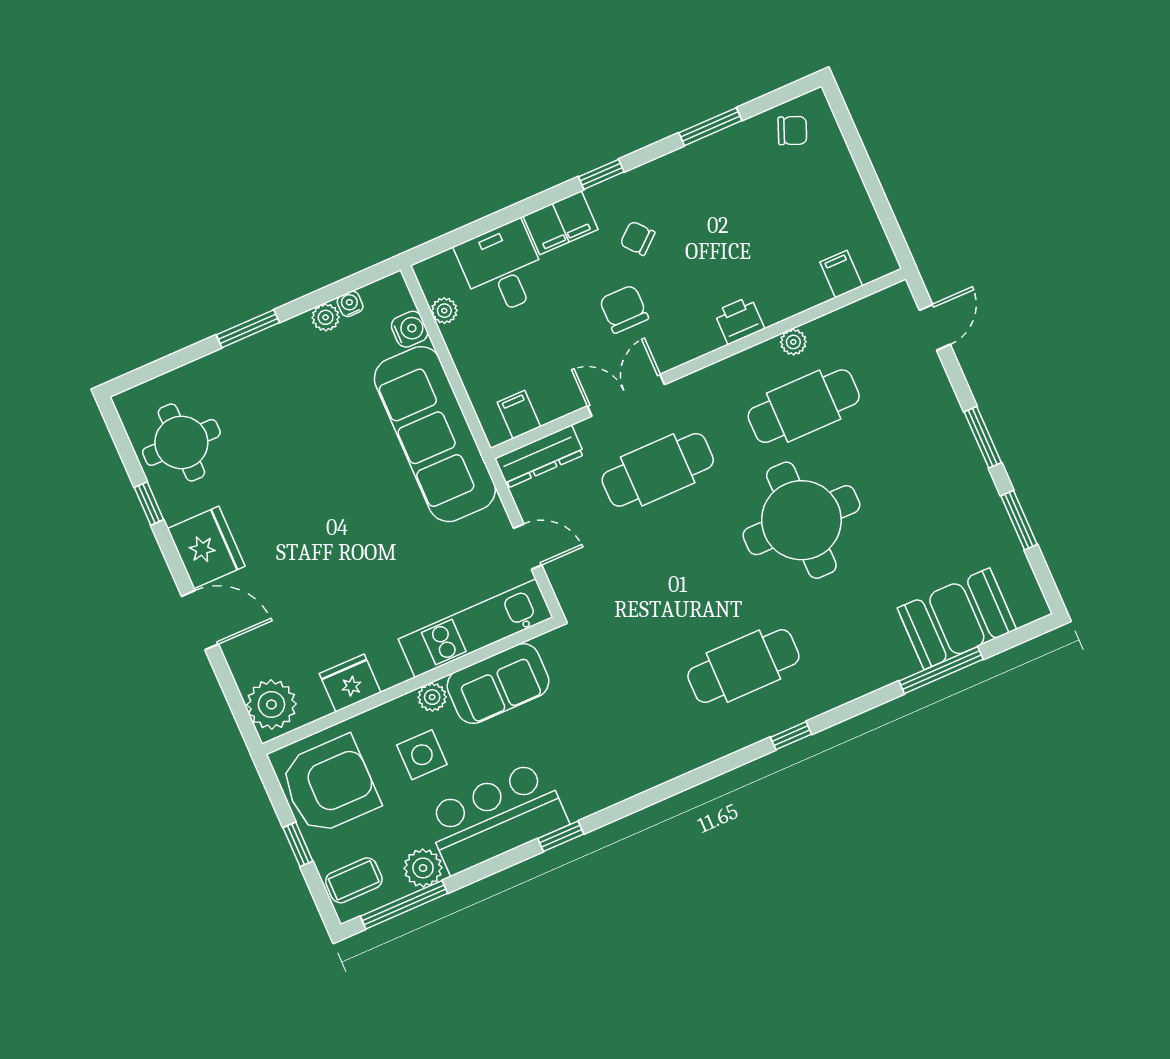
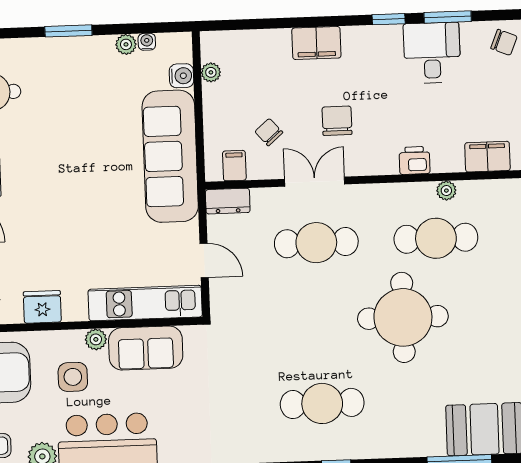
window: (601, 174) -> (389, 19), moved
chair: (637, 238) -> (269, 132), moved
desk: (502, 269) -> (432, 53), moved
filing cabinet: (841, 274) -> (487, 157), width x2.00
dresser: (540, 457) -> (228, 201), width x0.70

